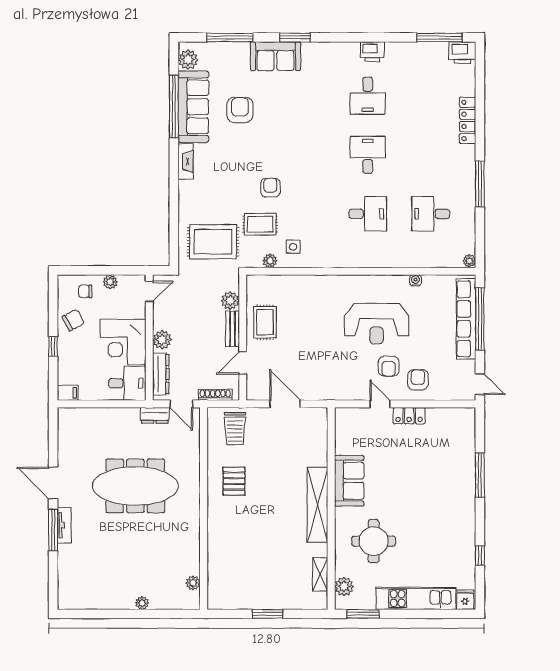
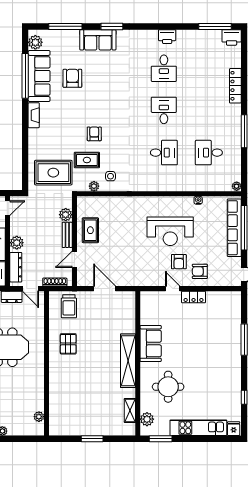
armchair: (418, 380) -> (200, 271), turned -90

